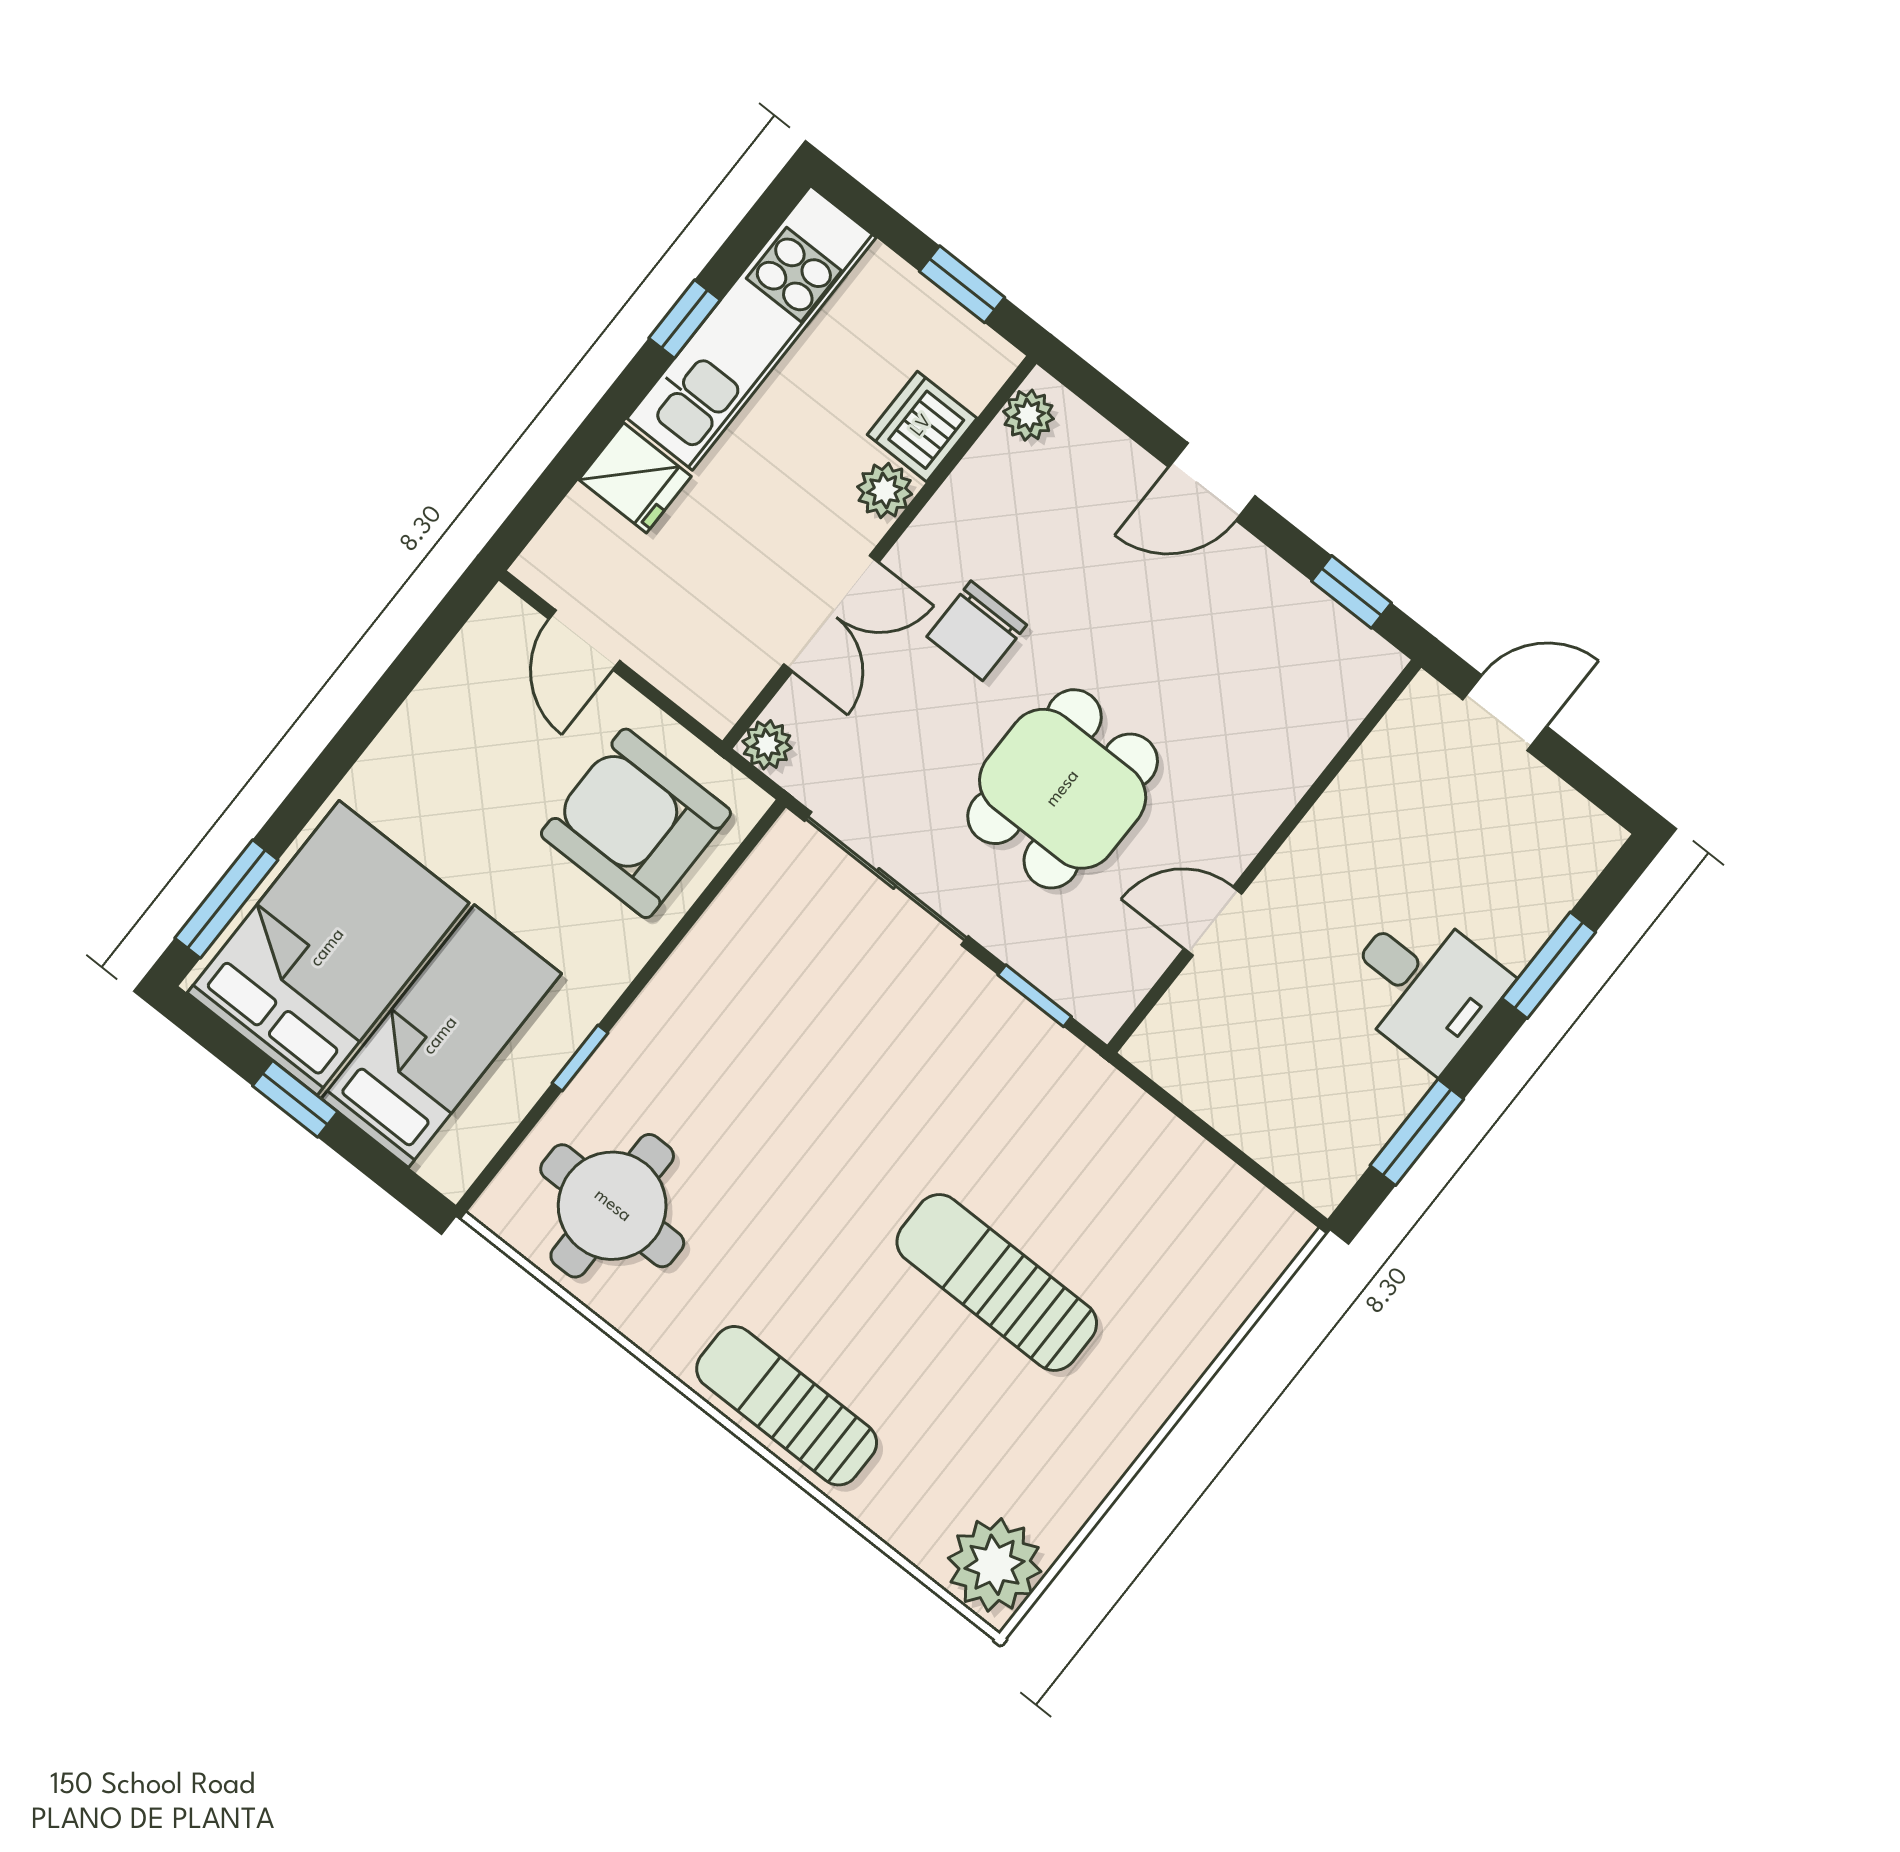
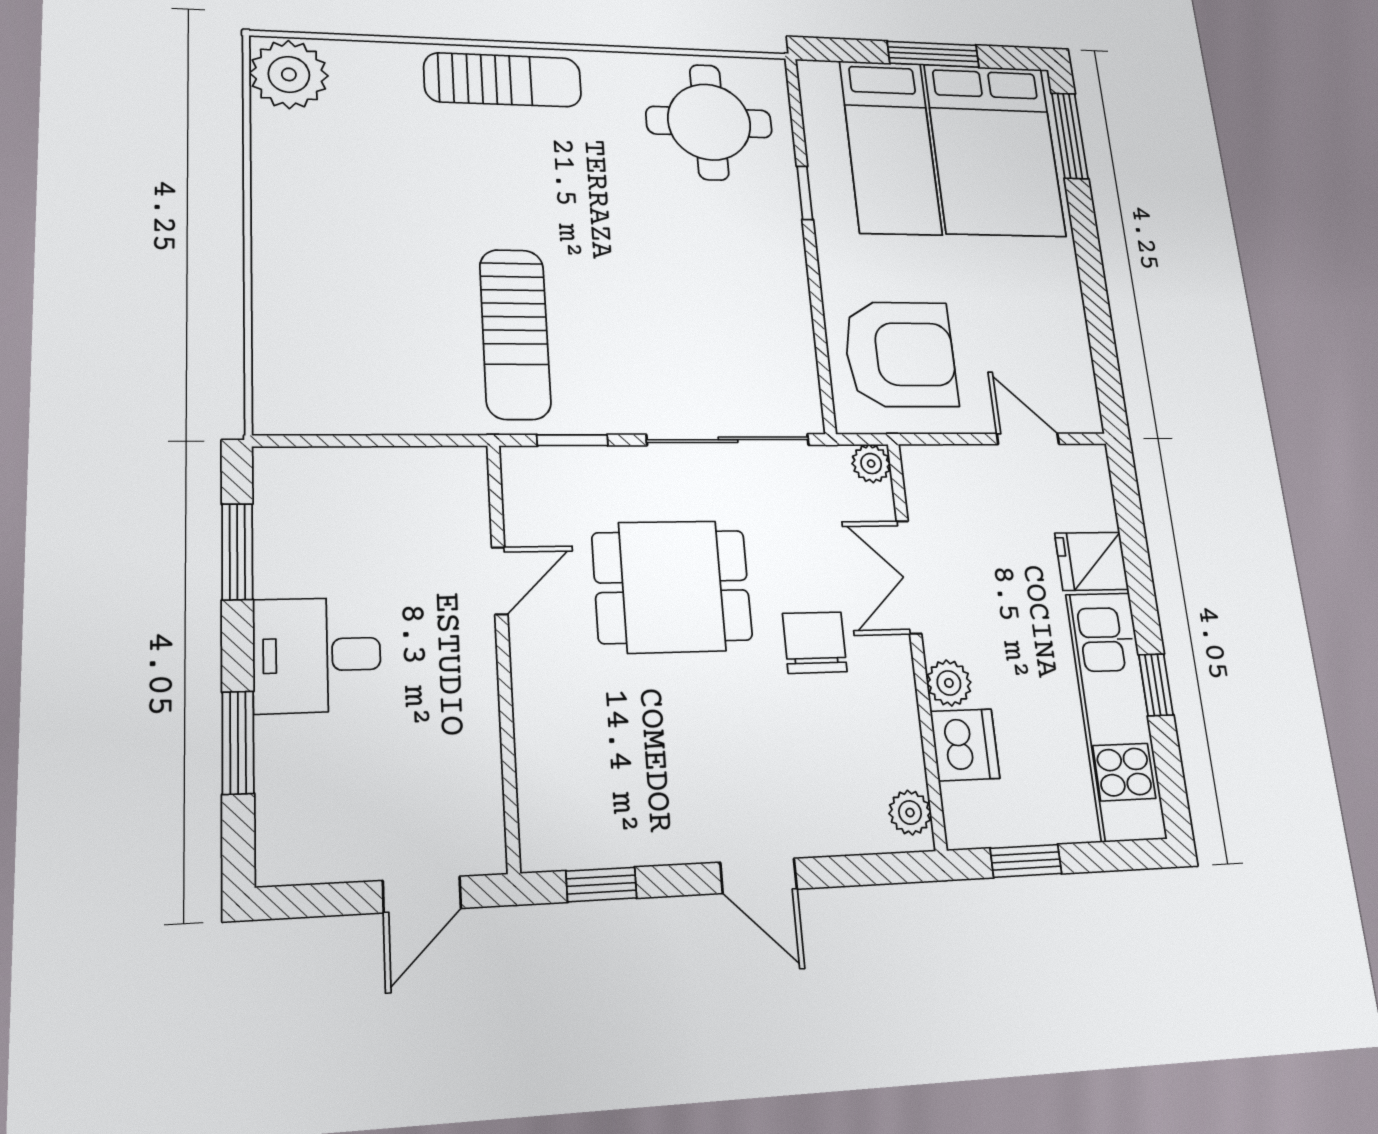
door: (1212, 482) -> (759, 876), swing flipped
dining table: (1063, 789) -> (672, 586), turned 90
window: (295, 1099) -> (933, 54), width x1.50
sun lounger: (997, 1282) -> (515, 334), moved, turned 90

